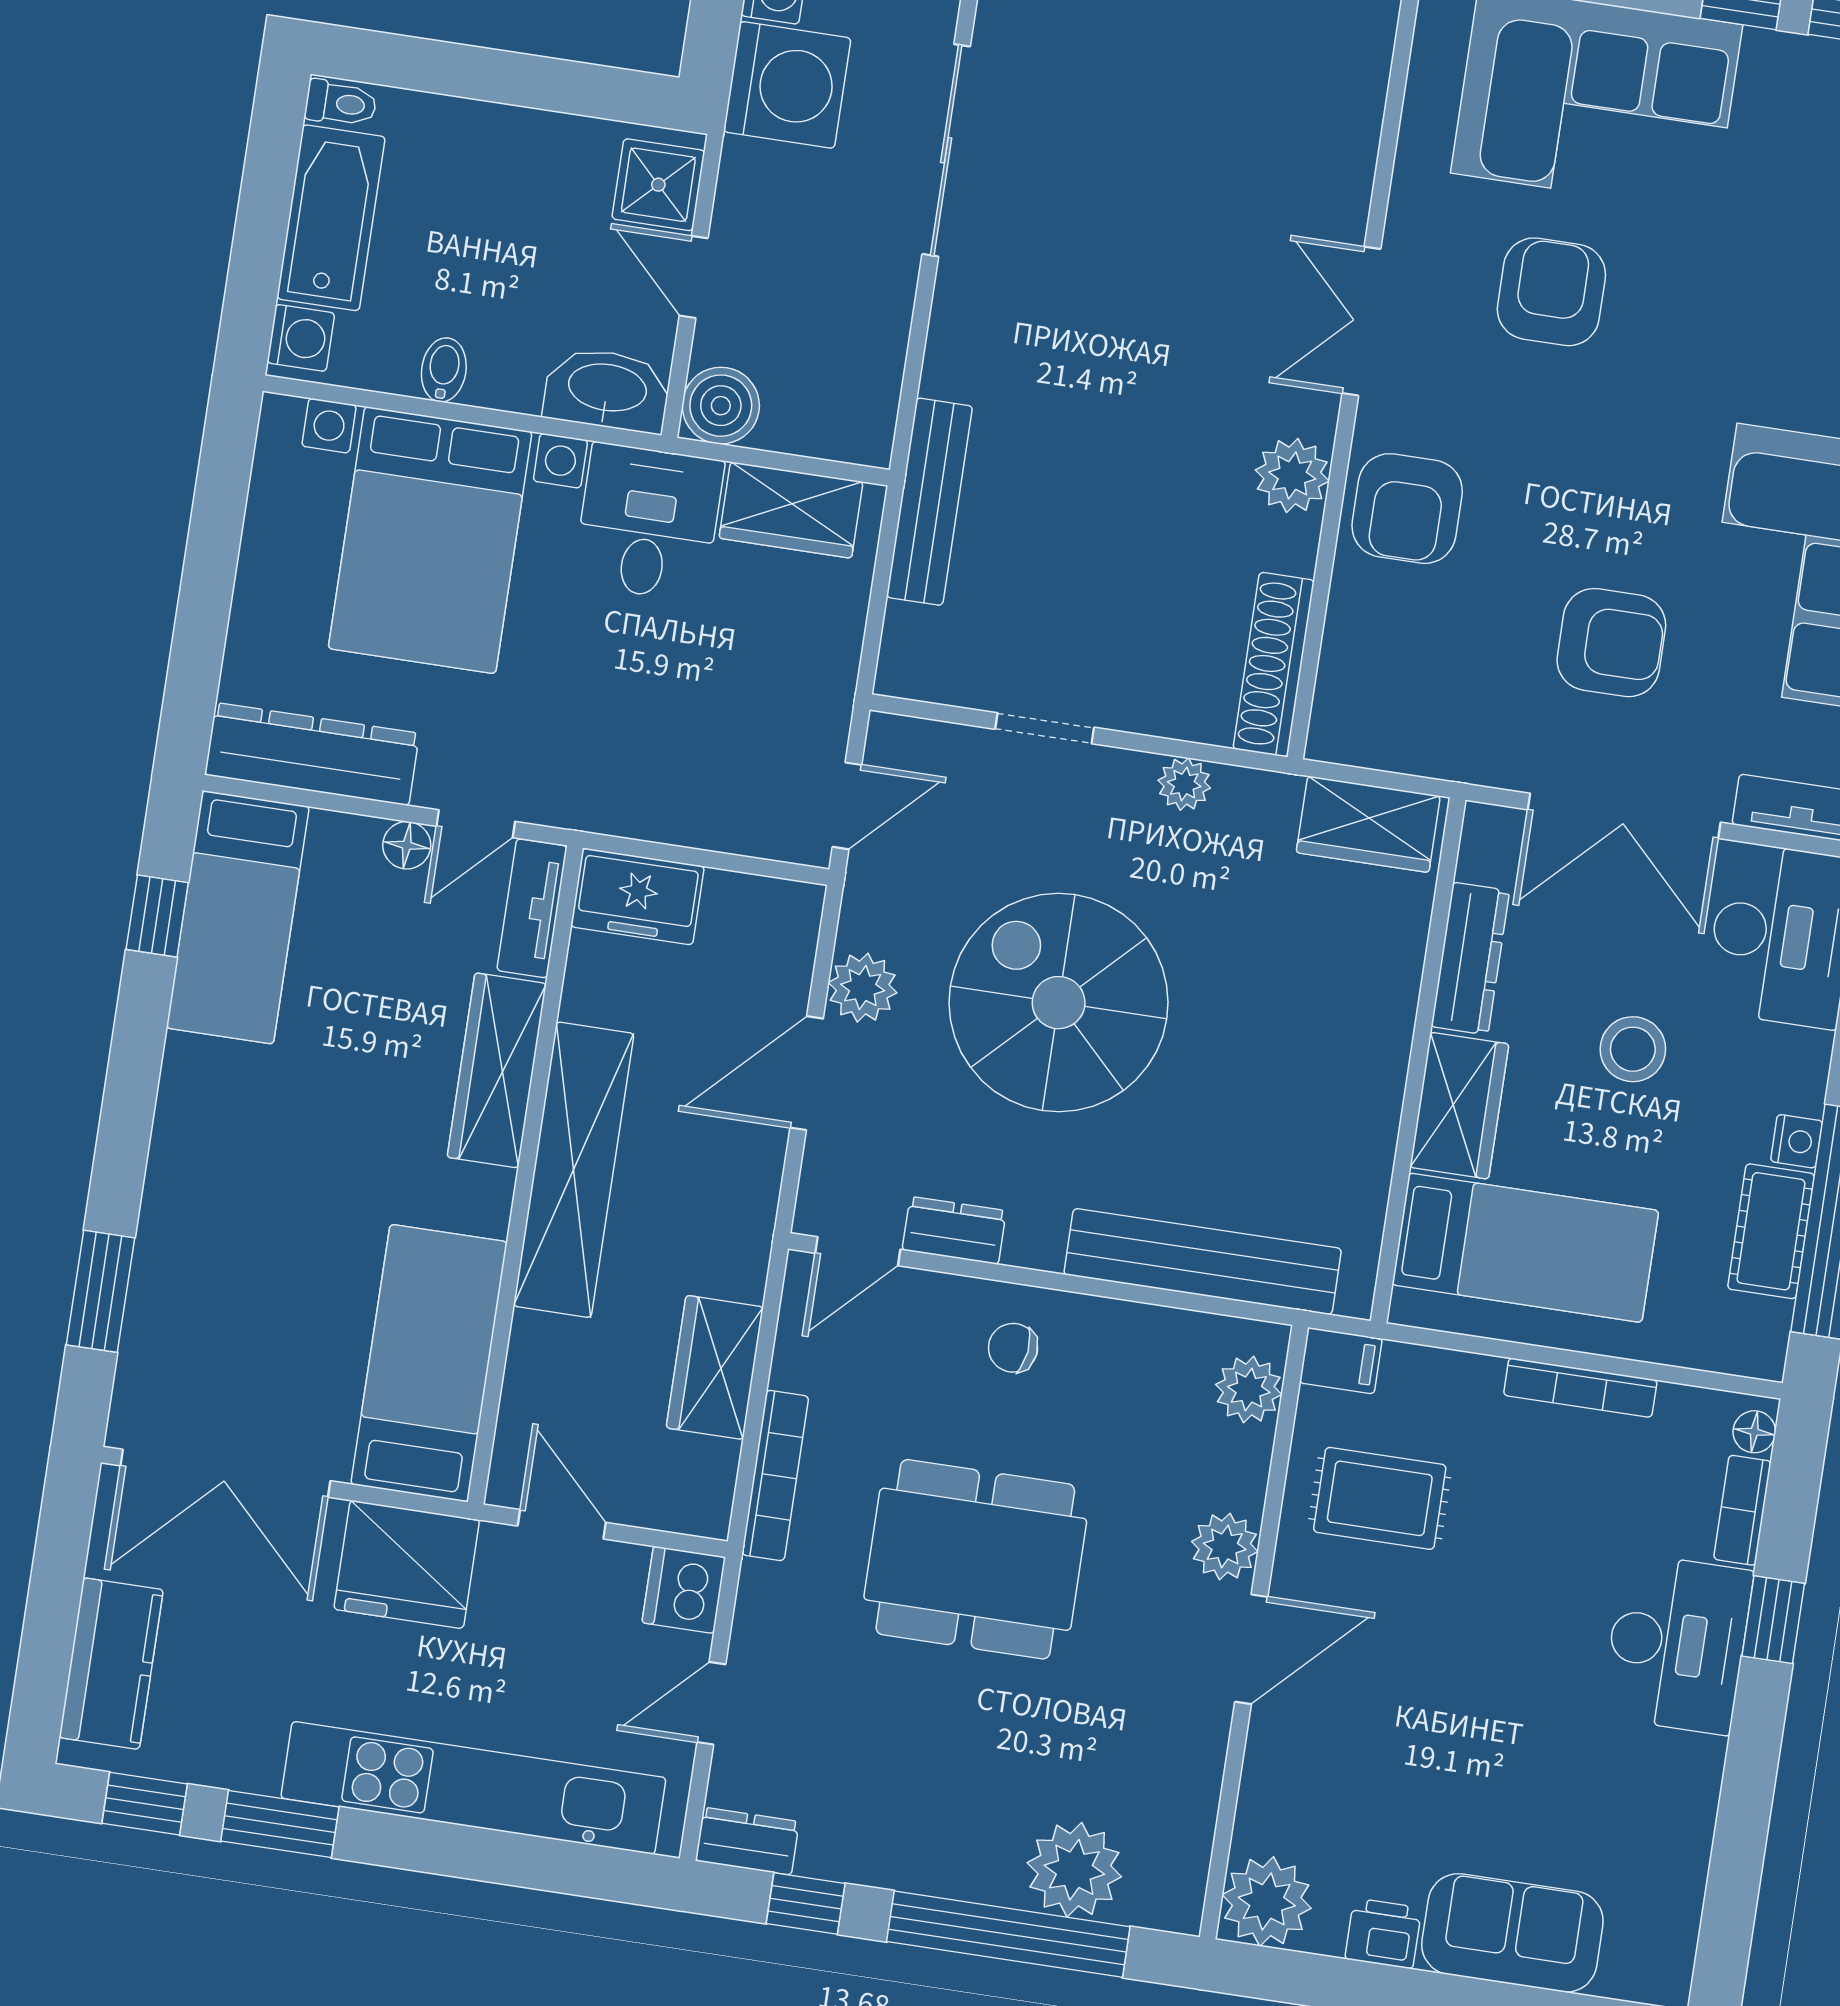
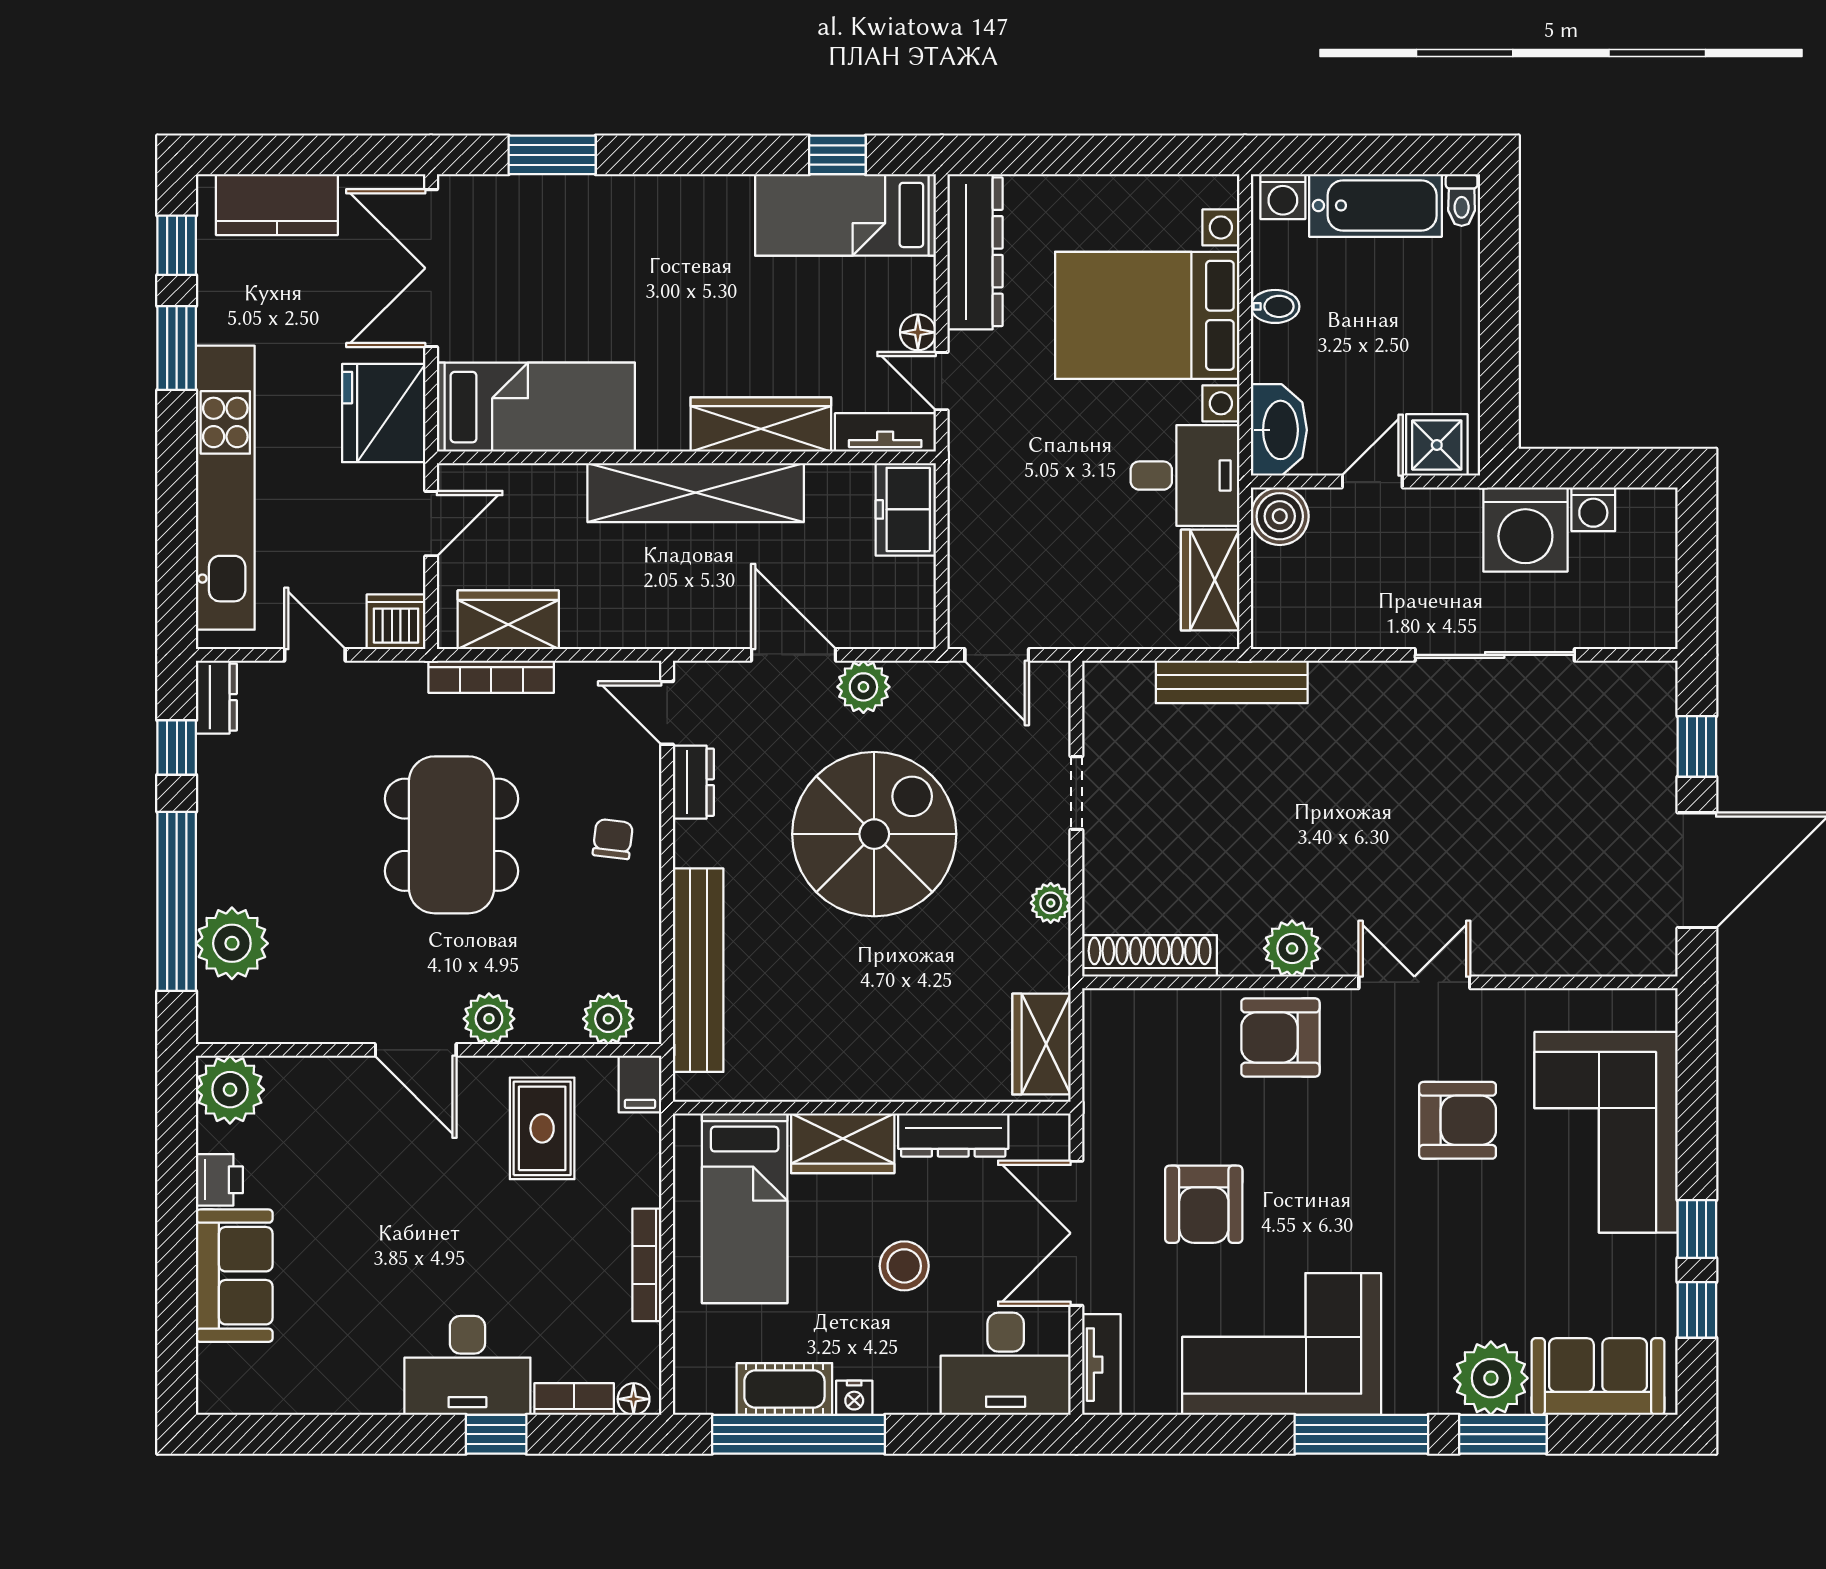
wardrobe: (715, 1367) -> (508, 620), moved

